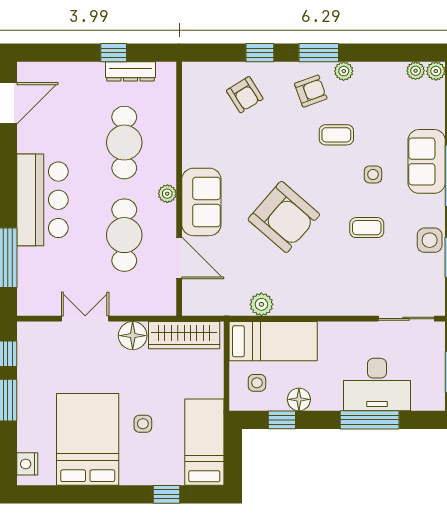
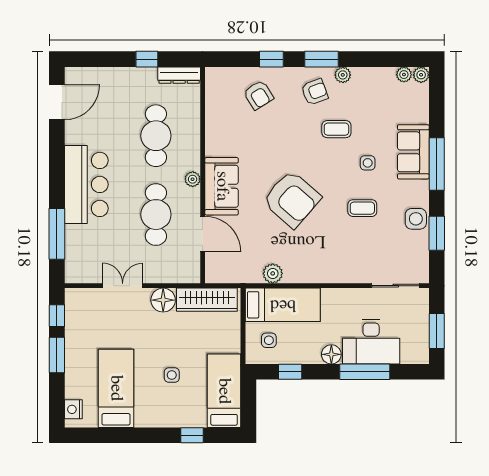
dresser: (131, 71) -> (179, 75), moved
floor lamp: (299, 399) -> (331, 354), moved
bed: (88, 439) -> (116, 388), width x0.67

